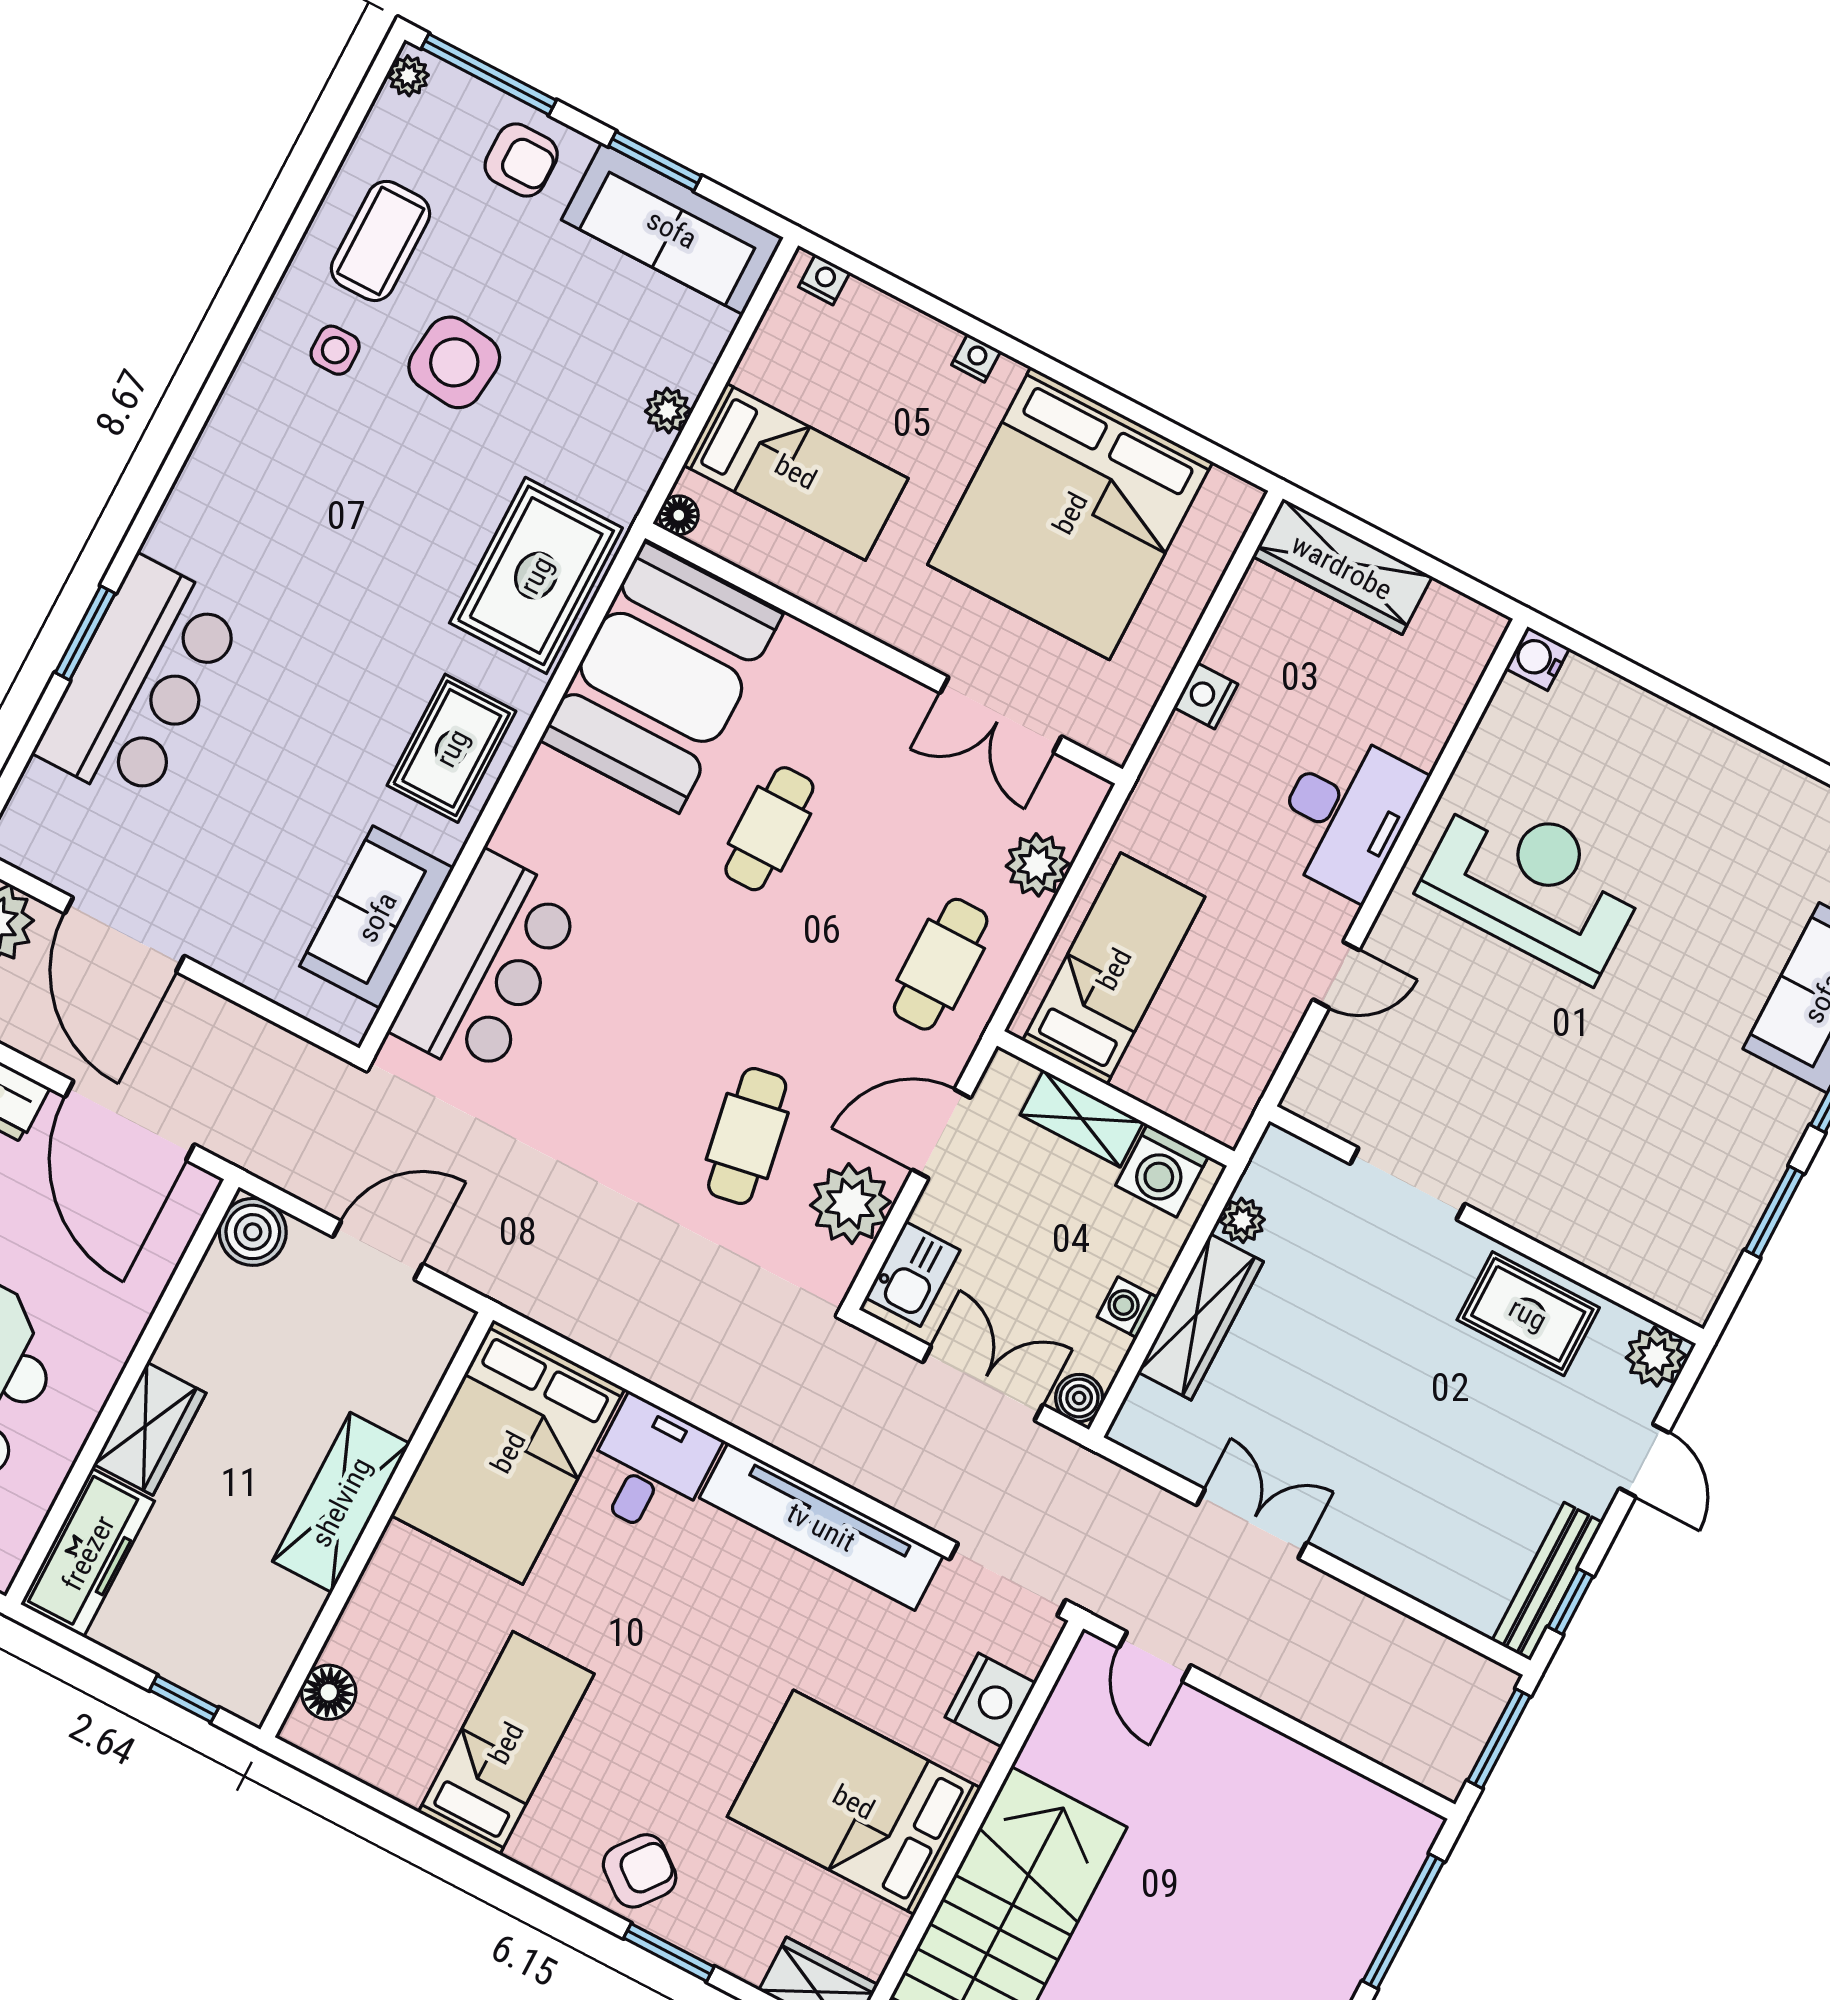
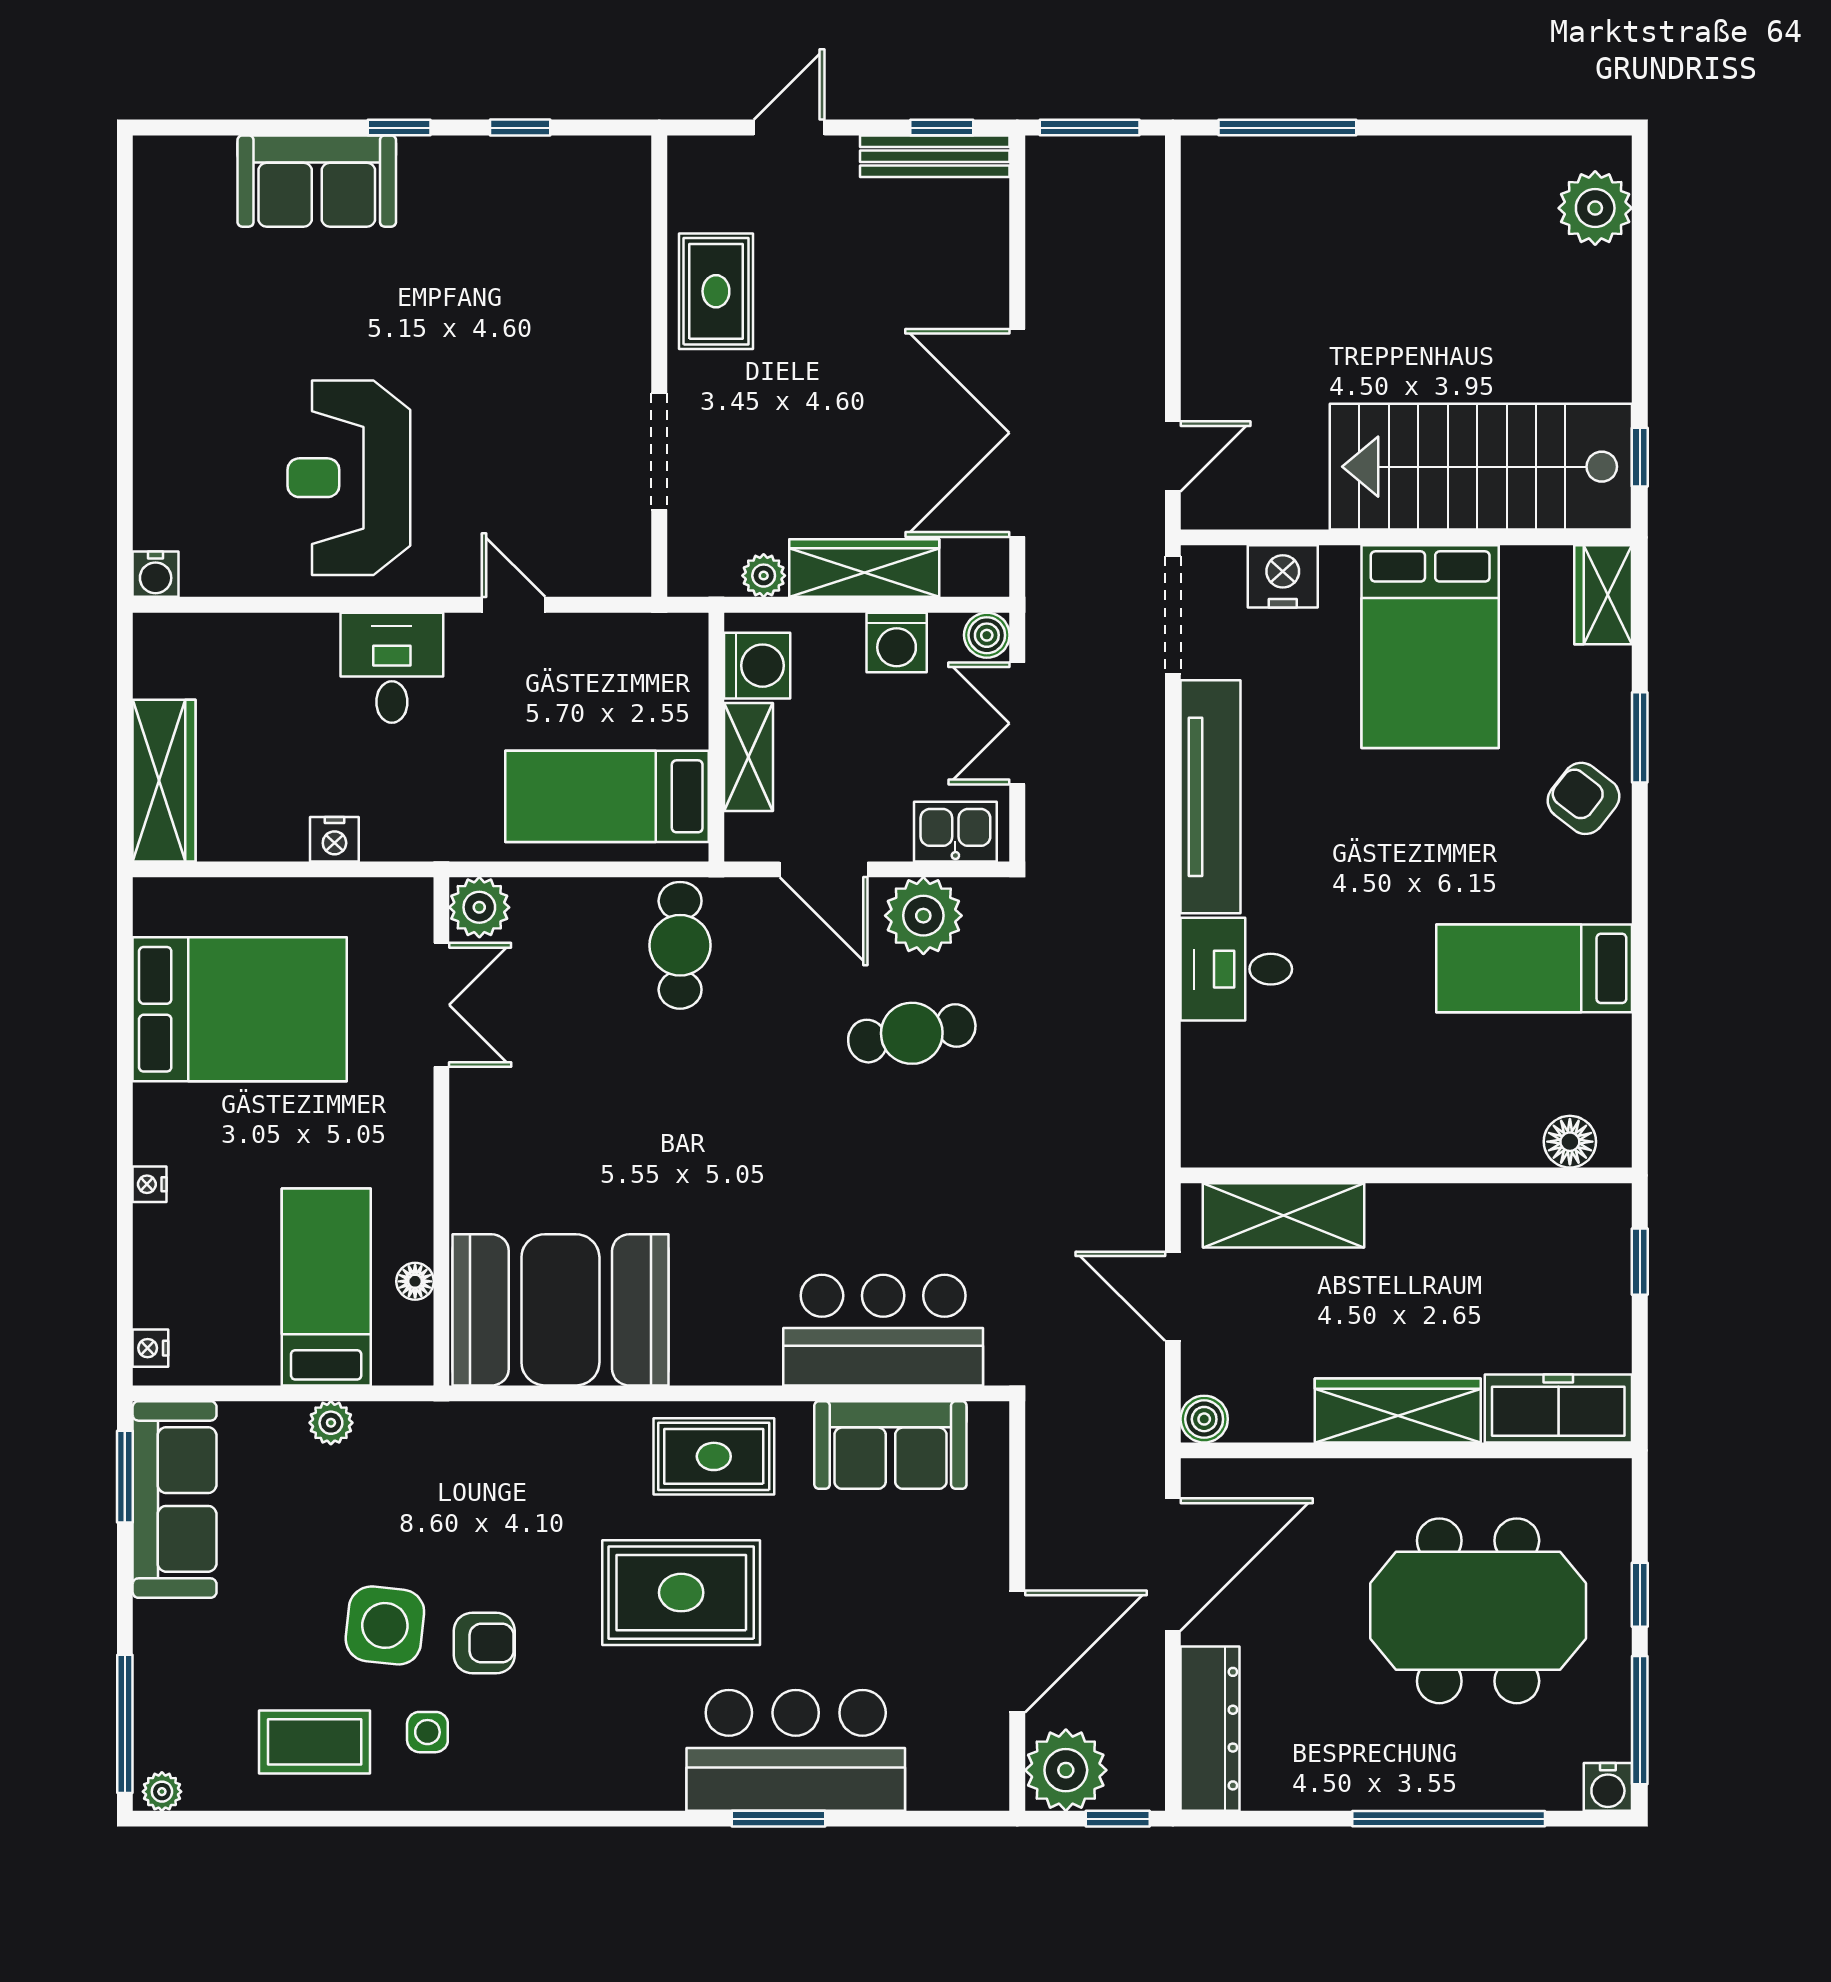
armchair: (521, 160) -> (484, 1643), moved, turned 90
window: (655, 161) -> (125, 1477), moved
bed: (1070, 513) -> (240, 1009), width x0.73
floor lamp: (679, 515) -> (415, 1281), moved
rug: (536, 575) -> (681, 1593), moved
desk: (1346, 814) -> (392, 668), width x0.73
cafe table: (769, 829) -> (641, 1151), removed
plant: (1037, 865) -> (479, 907), moved
cafe table: (941, 964) -> (680, 945), turned 90
window: (1774, 1212) -> (520, 128), width x0.67
boiler: (253, 1232) -> (1204, 1419), width x0.73, depth x0.73
washing machine: (1128, 1307) -> (897, 642), width x1.38, depth x1.38
plant: (1656, 1356) -> (696, 164), removed
wardrobe: (150, 1429) -> (1398, 1411), width x1.50
bed: (508, 1452) -> (1286, 1096), removed
shelving: (341, 1502) -> (1283, 1215), moved
double door: (1252, 1524) -> (1017, 433), width x1.87

